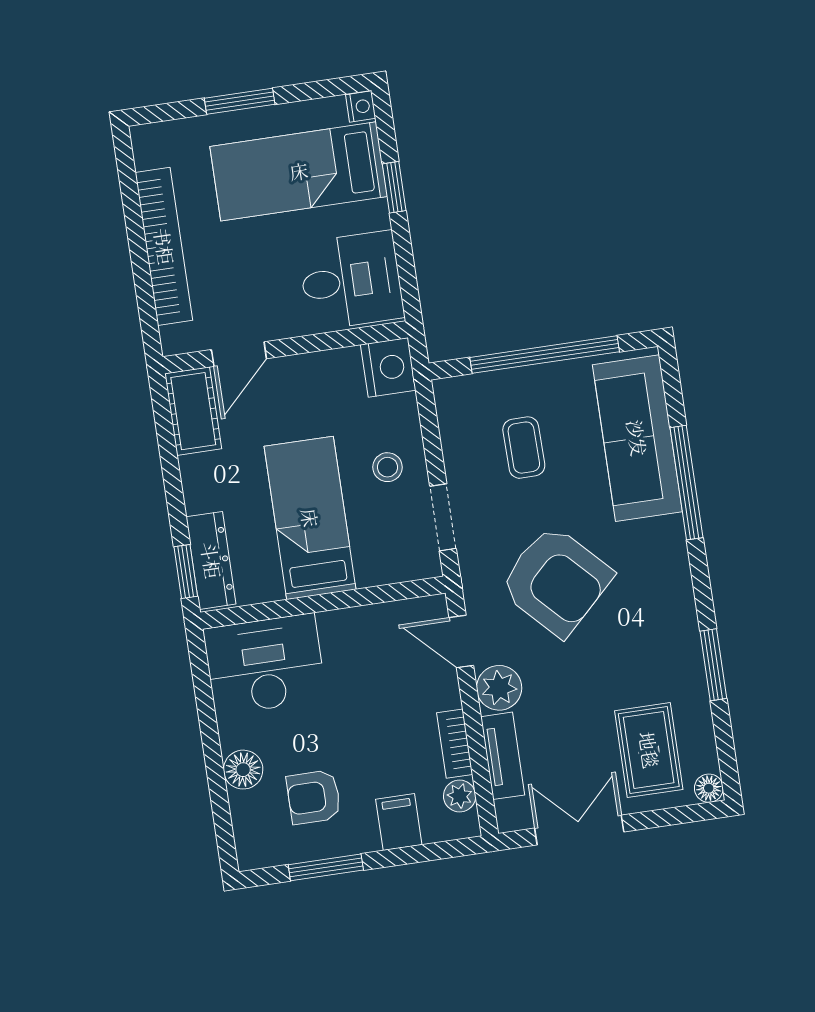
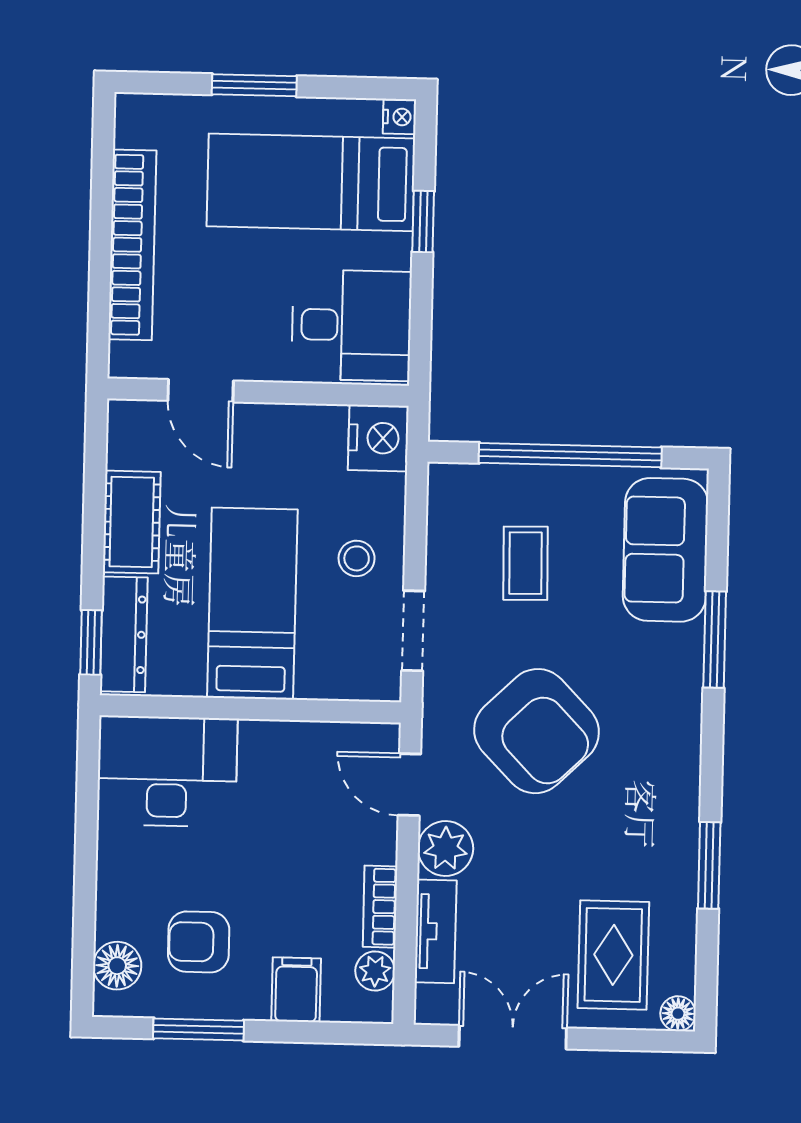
door: (239, 354) -> (201, 391), hinge flipped
cot: (193, 411) -> (132, 522), moved
sofa: (637, 438) -> (665, 550), width x0.73
window: (686, 483) -> (715, 640), width x0.69
floor lamp: (243, 770) -> (117, 966), moved

